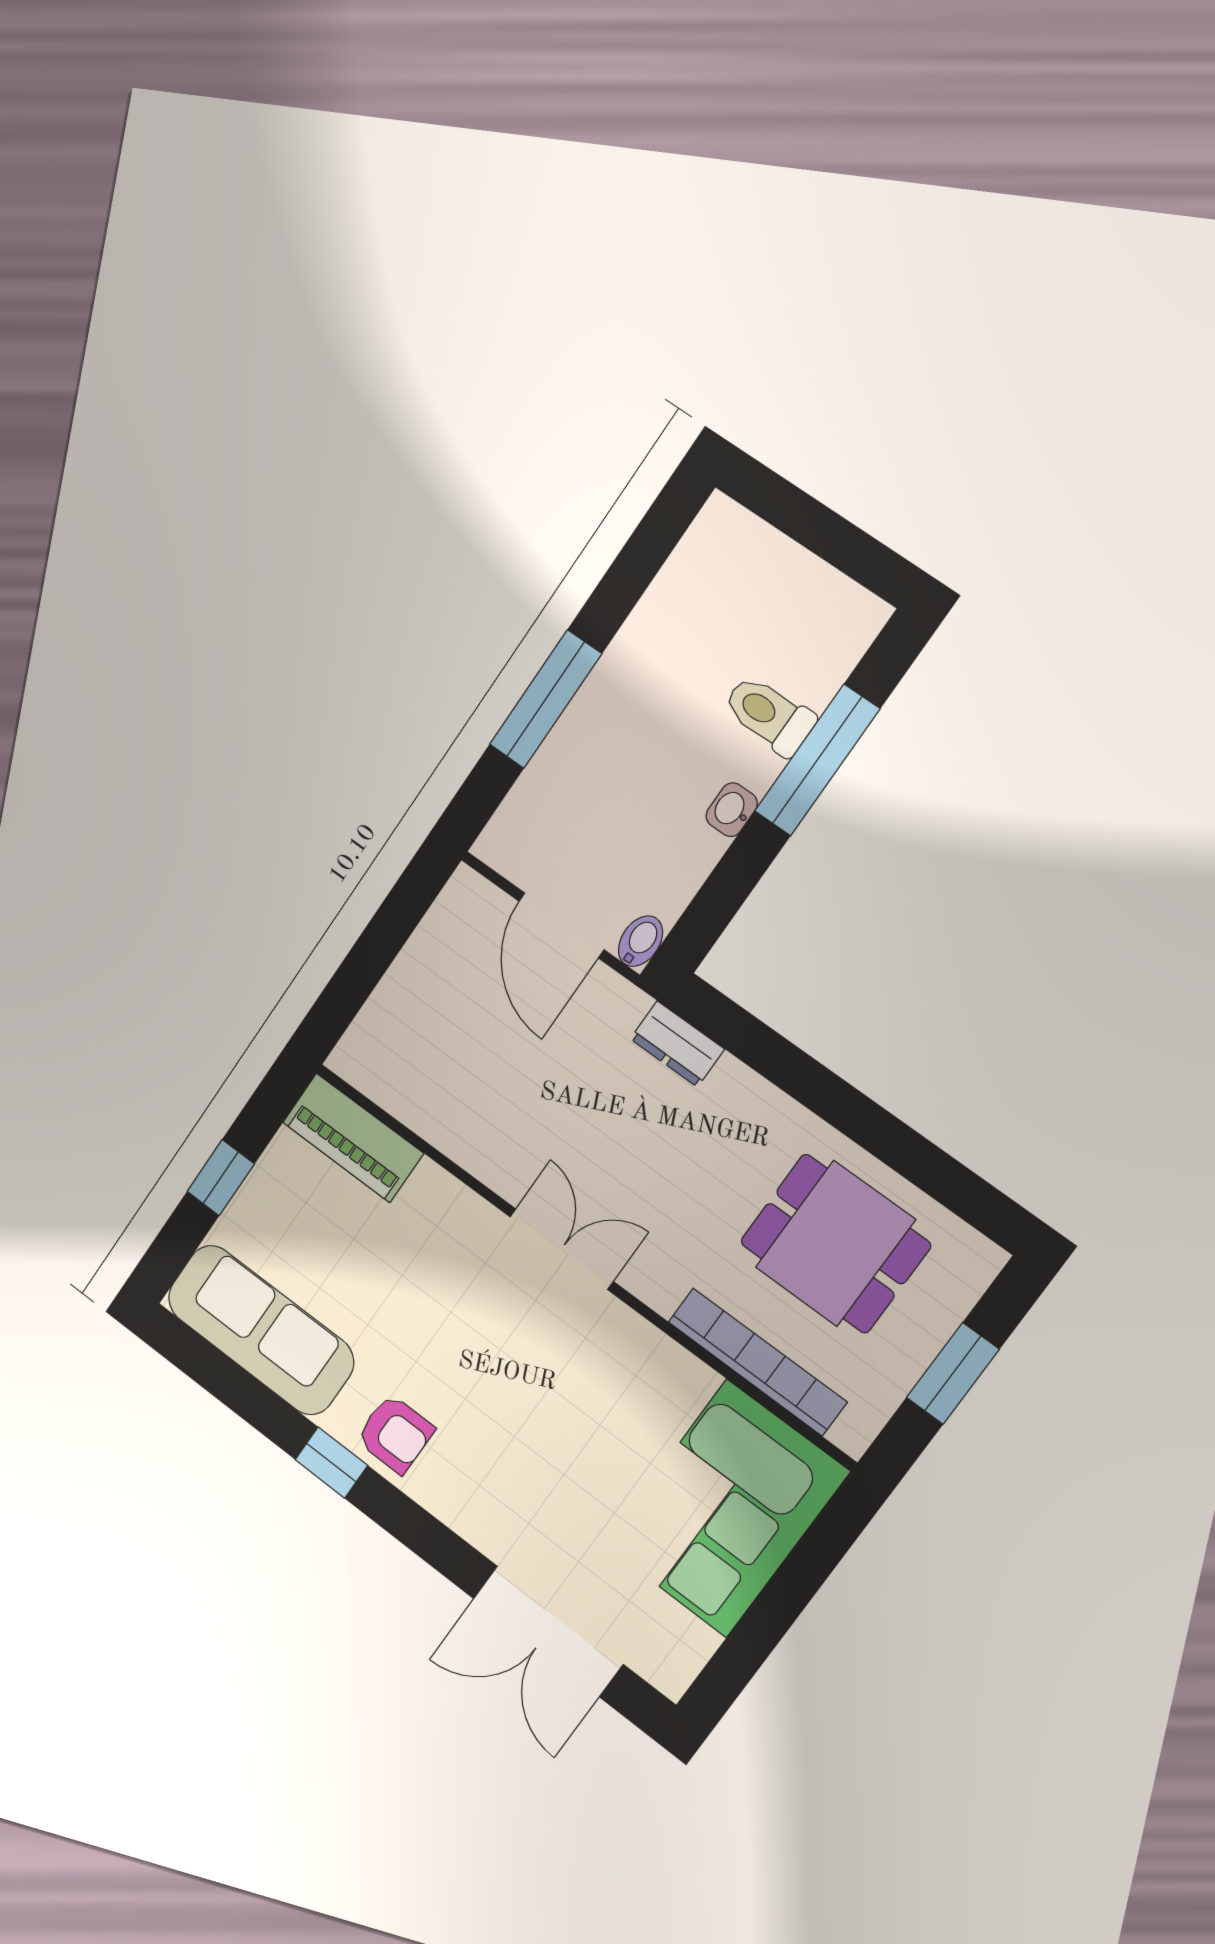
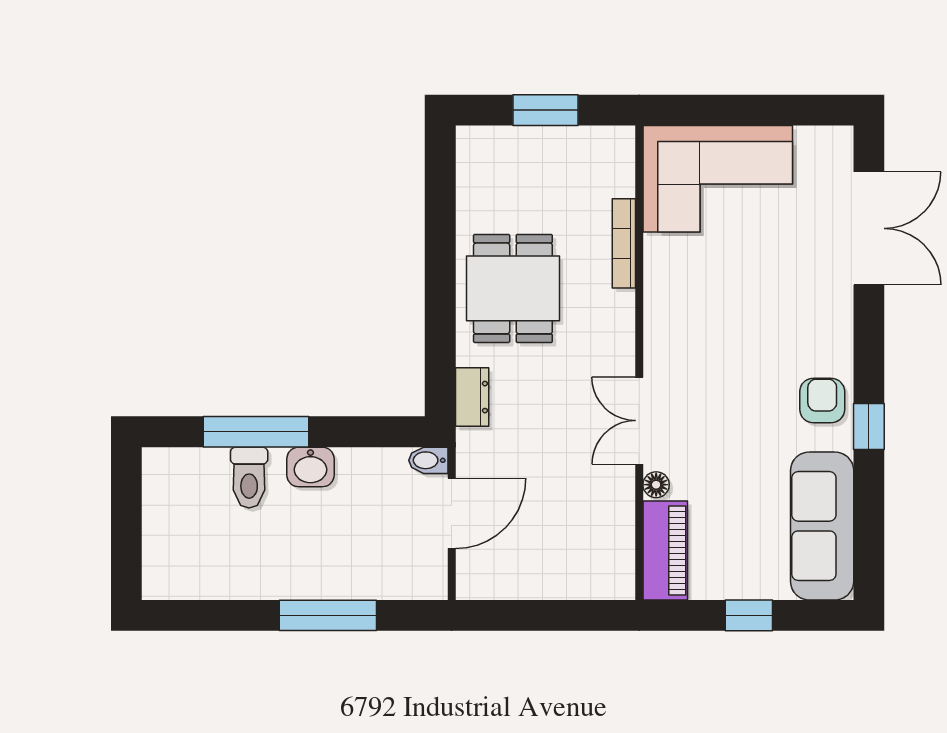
washbasin: (732, 810) -> (310, 467), width x1.38, depth x1.45
floor lamp: (432, 1181) -> (656, 485), added
dining table: (835, 1244) -> (513, 288), moved
double door: (561, 1249) -> (639, 421), moved
bookcase: (757, 1362) -> (624, 243), width x0.68, depth x0.76

